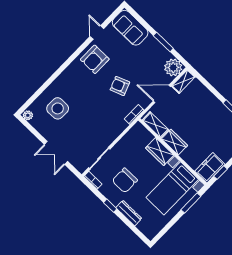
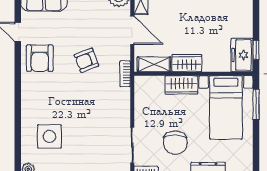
door: (162, 94) -> (132, 30), swing flipped

